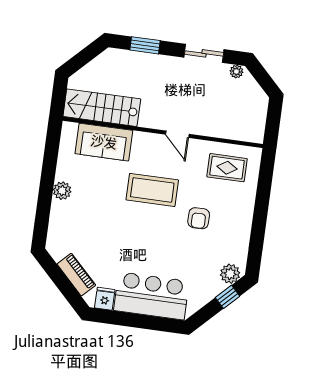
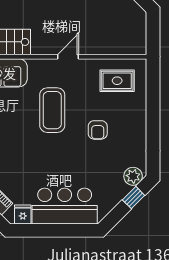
door: (177, 134) -> (68, 57), swing flipped
coffee table: (152, 190) -> (52, 110), turned 90

